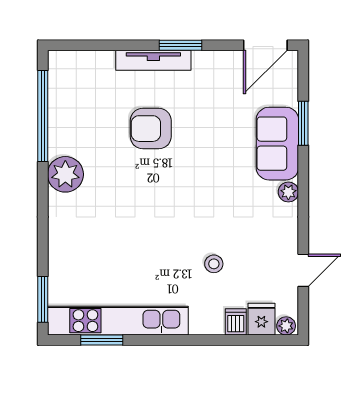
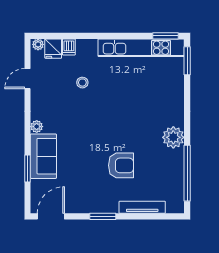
tv unit: (153, 60) -> (142, 207), moved
window: (102, 340) -> (166, 36), moved

